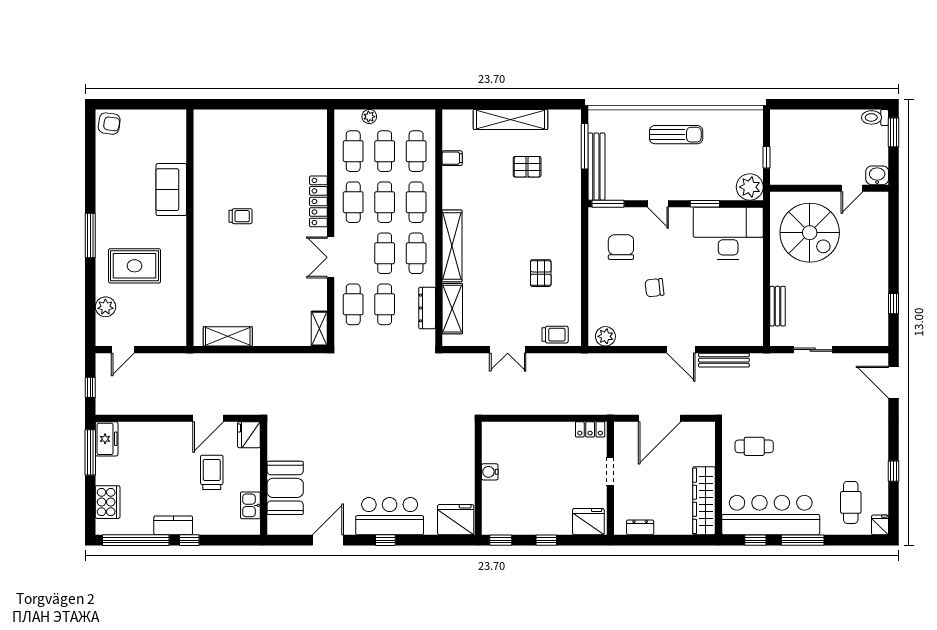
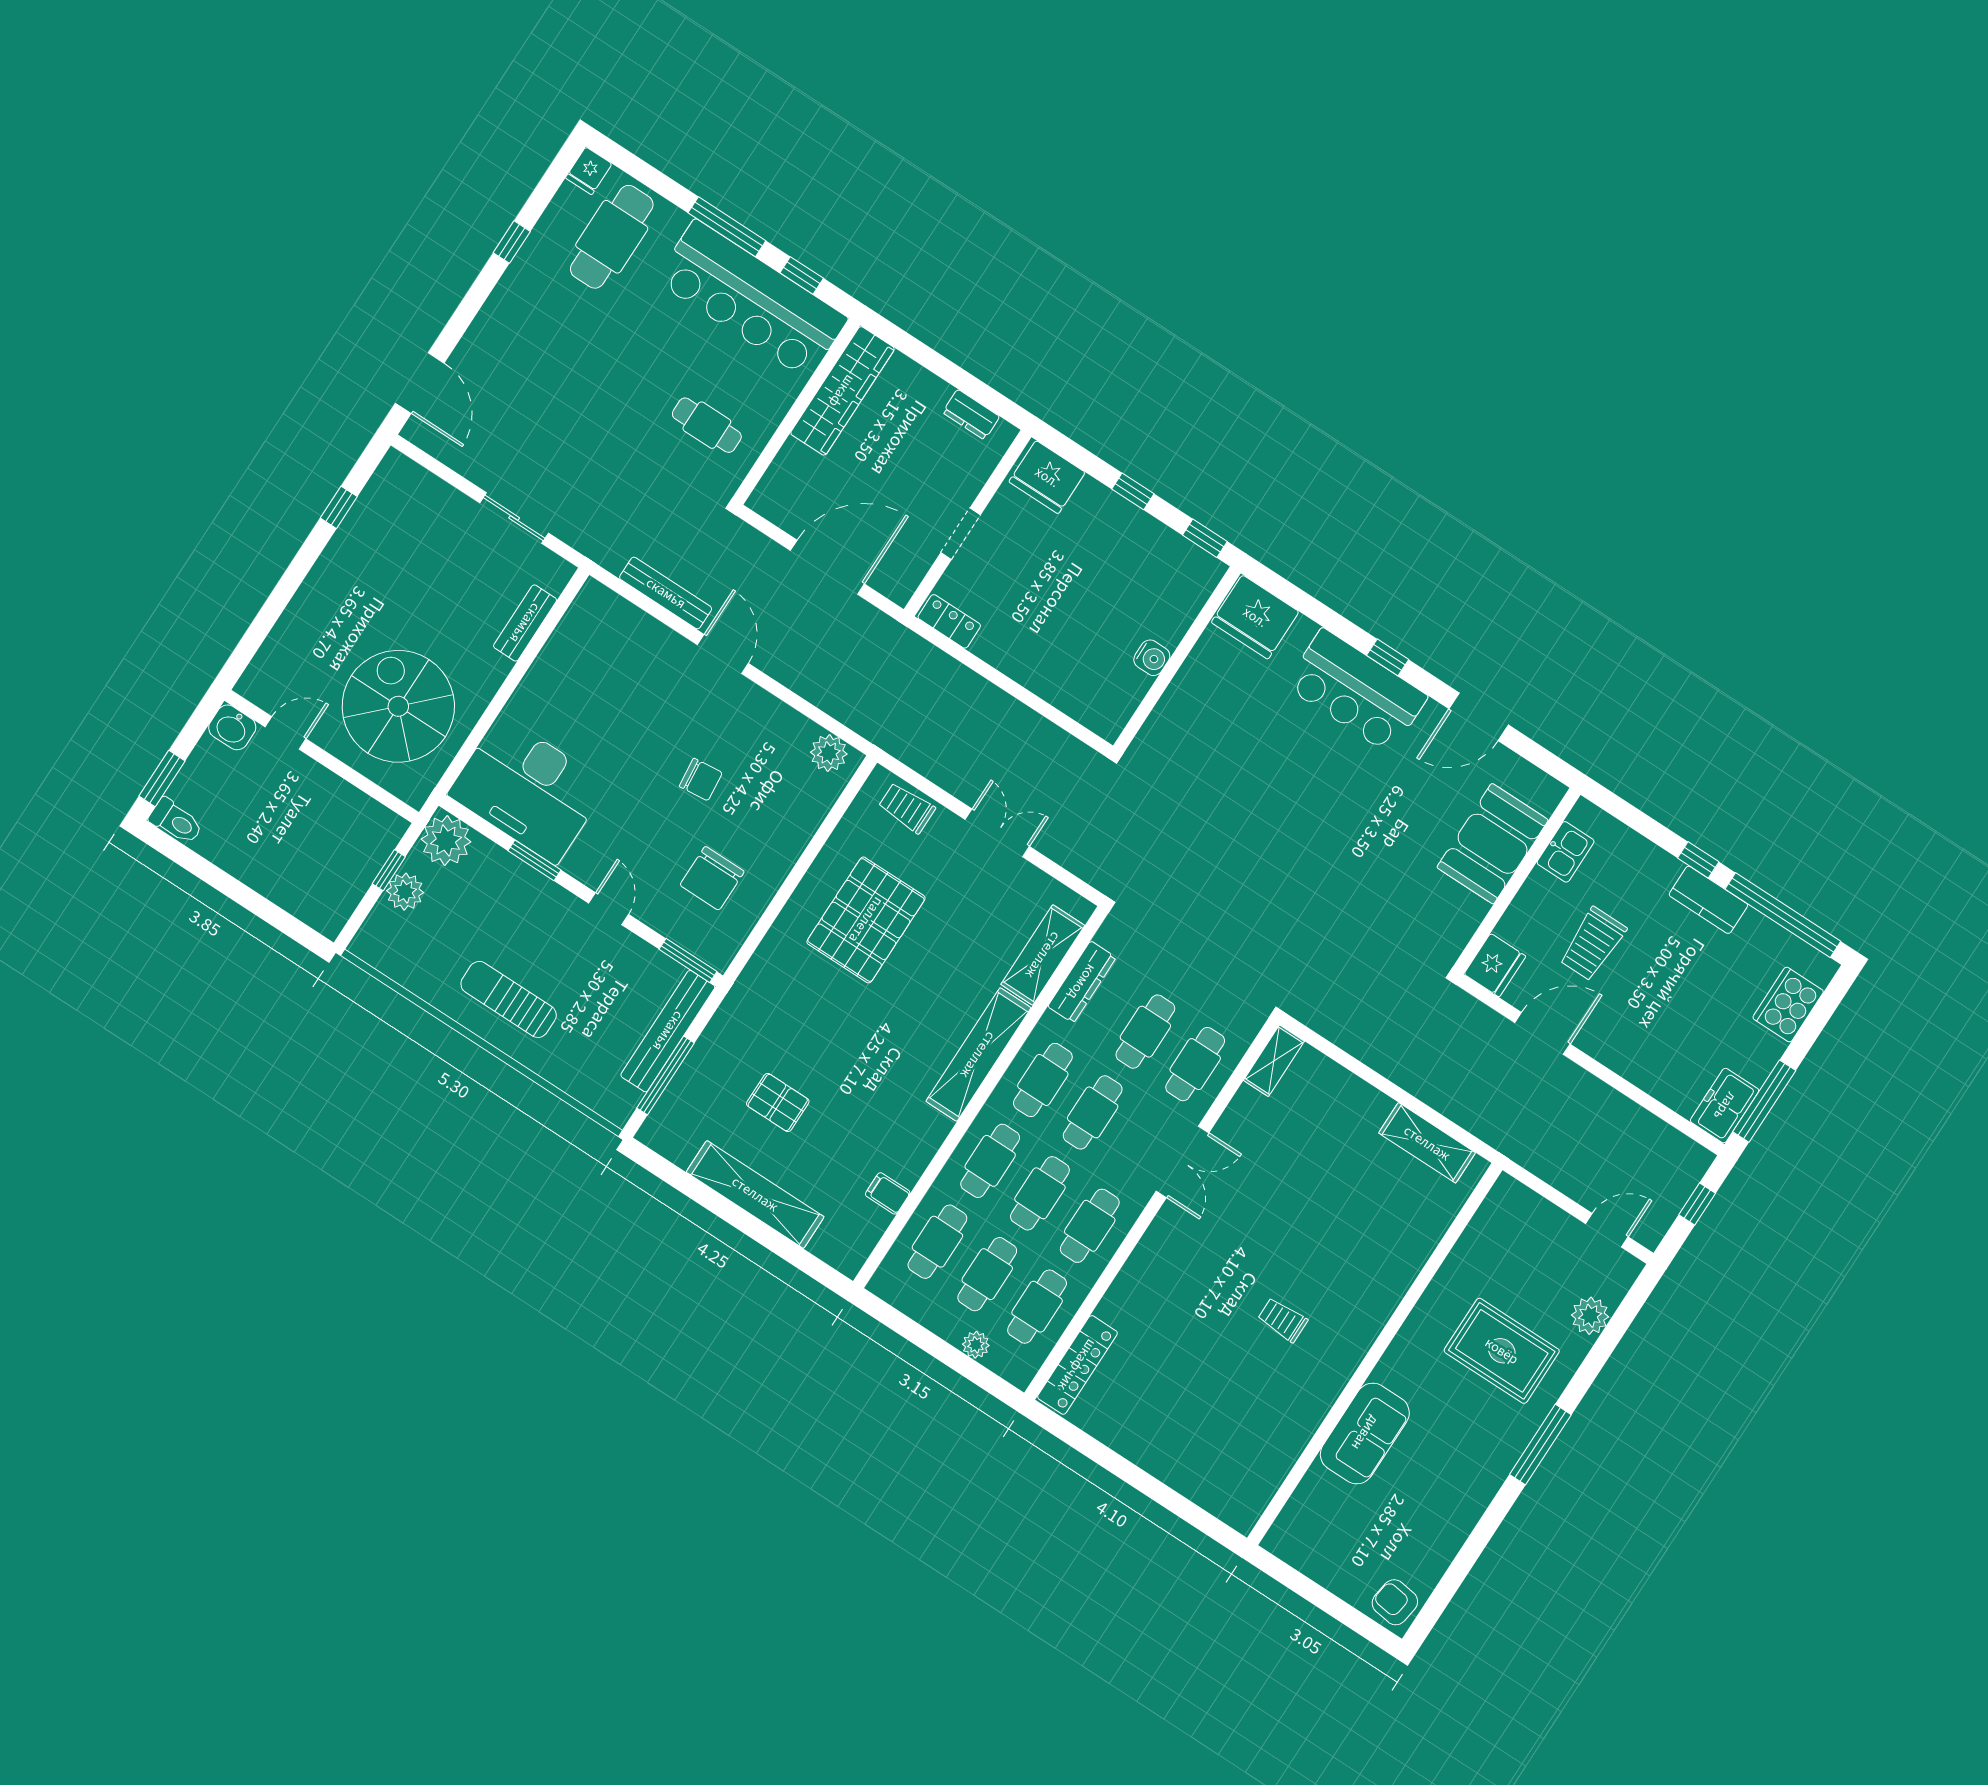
plant: (753, 152) -> (405, 892), added
locker: (318, 201) -> (1077, 1365), moved
pallet: (541, 273) -> (866, 920), width x2.05, depth x2.00
cafe table: (851, 502) -> (612, 237), width x1.37, depth x1.35

